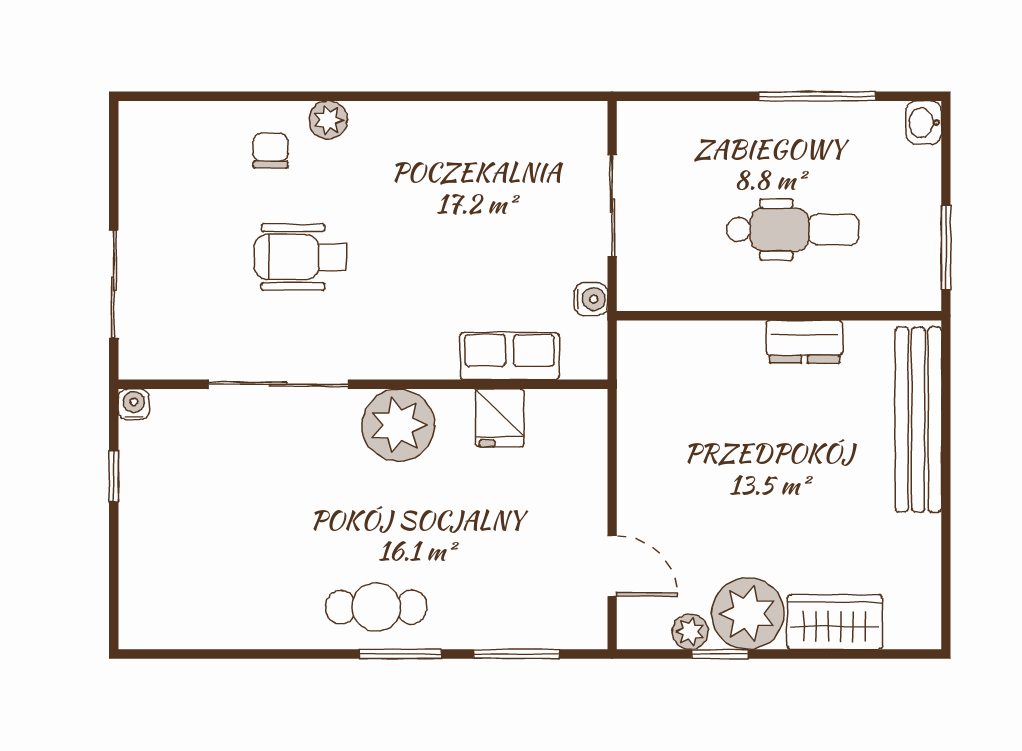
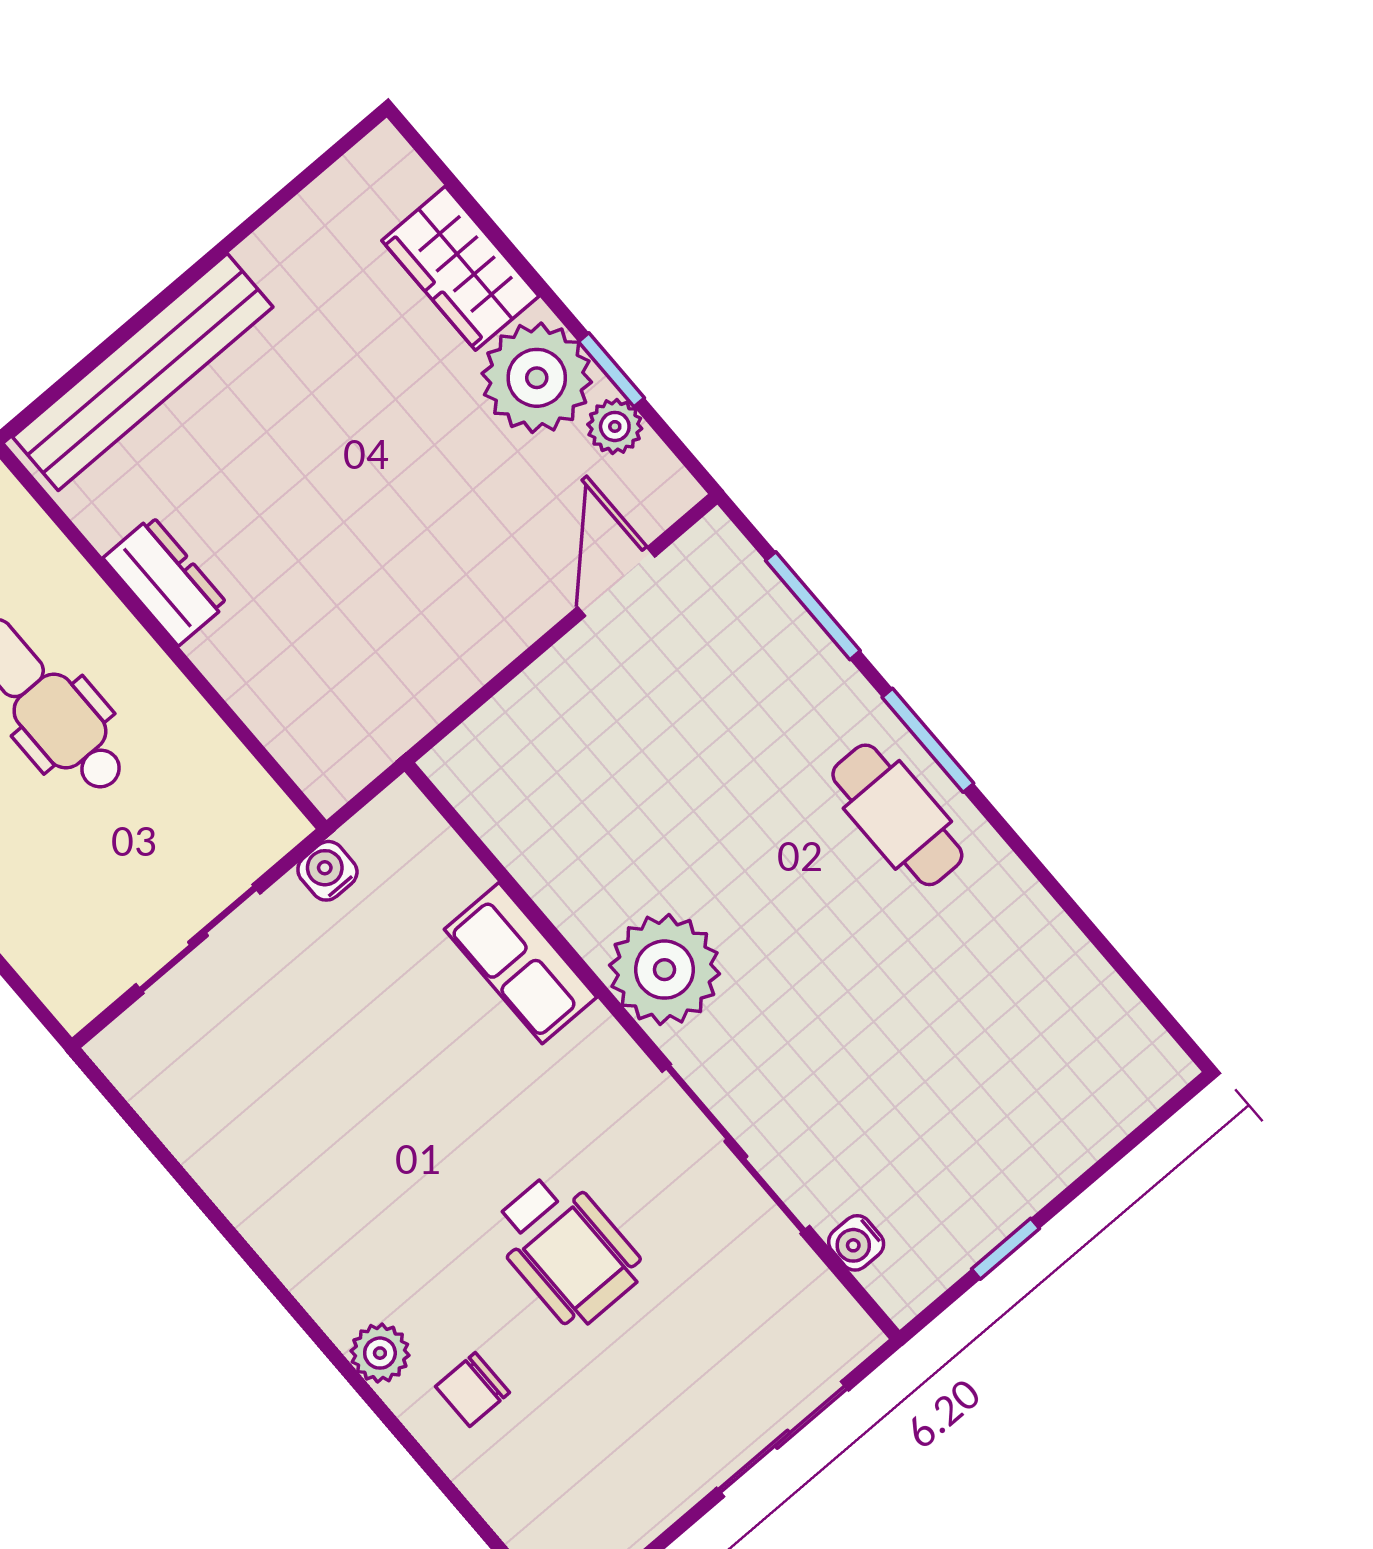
row of seats: (510, 356) -> (521, 963), moved
water cooler: (134, 404) -> (856, 1243), moved
fridge: (500, 418) -> (555, 859), removed

